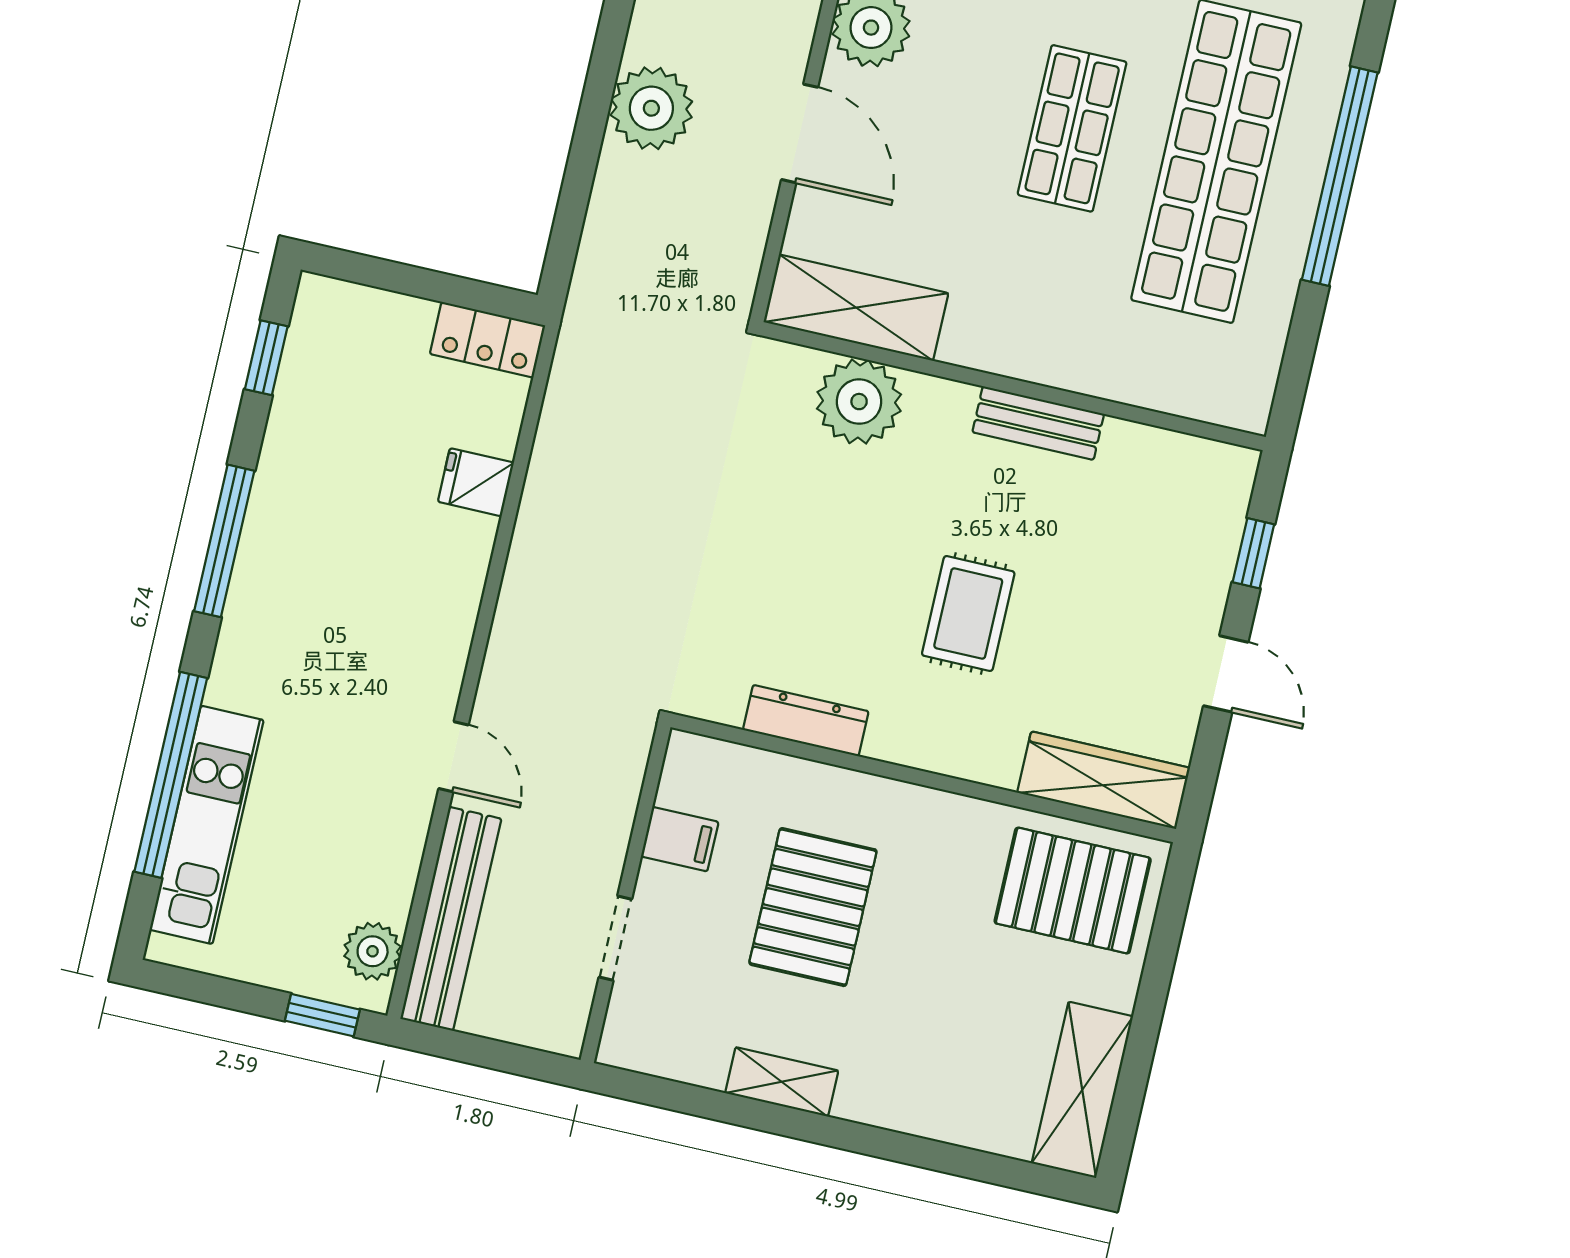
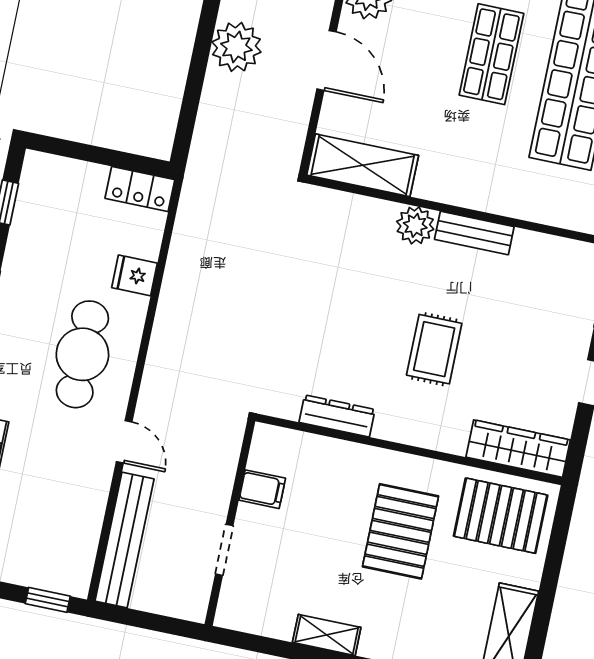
plant: (859, 402) -> (415, 225), moved, width x0.73, depth x0.73
cafe table: (387, 611) -> (82, 354), added
pallet: (813, 907) -> (401, 531), moved
plant: (373, 951) -> (77, 561), removed

